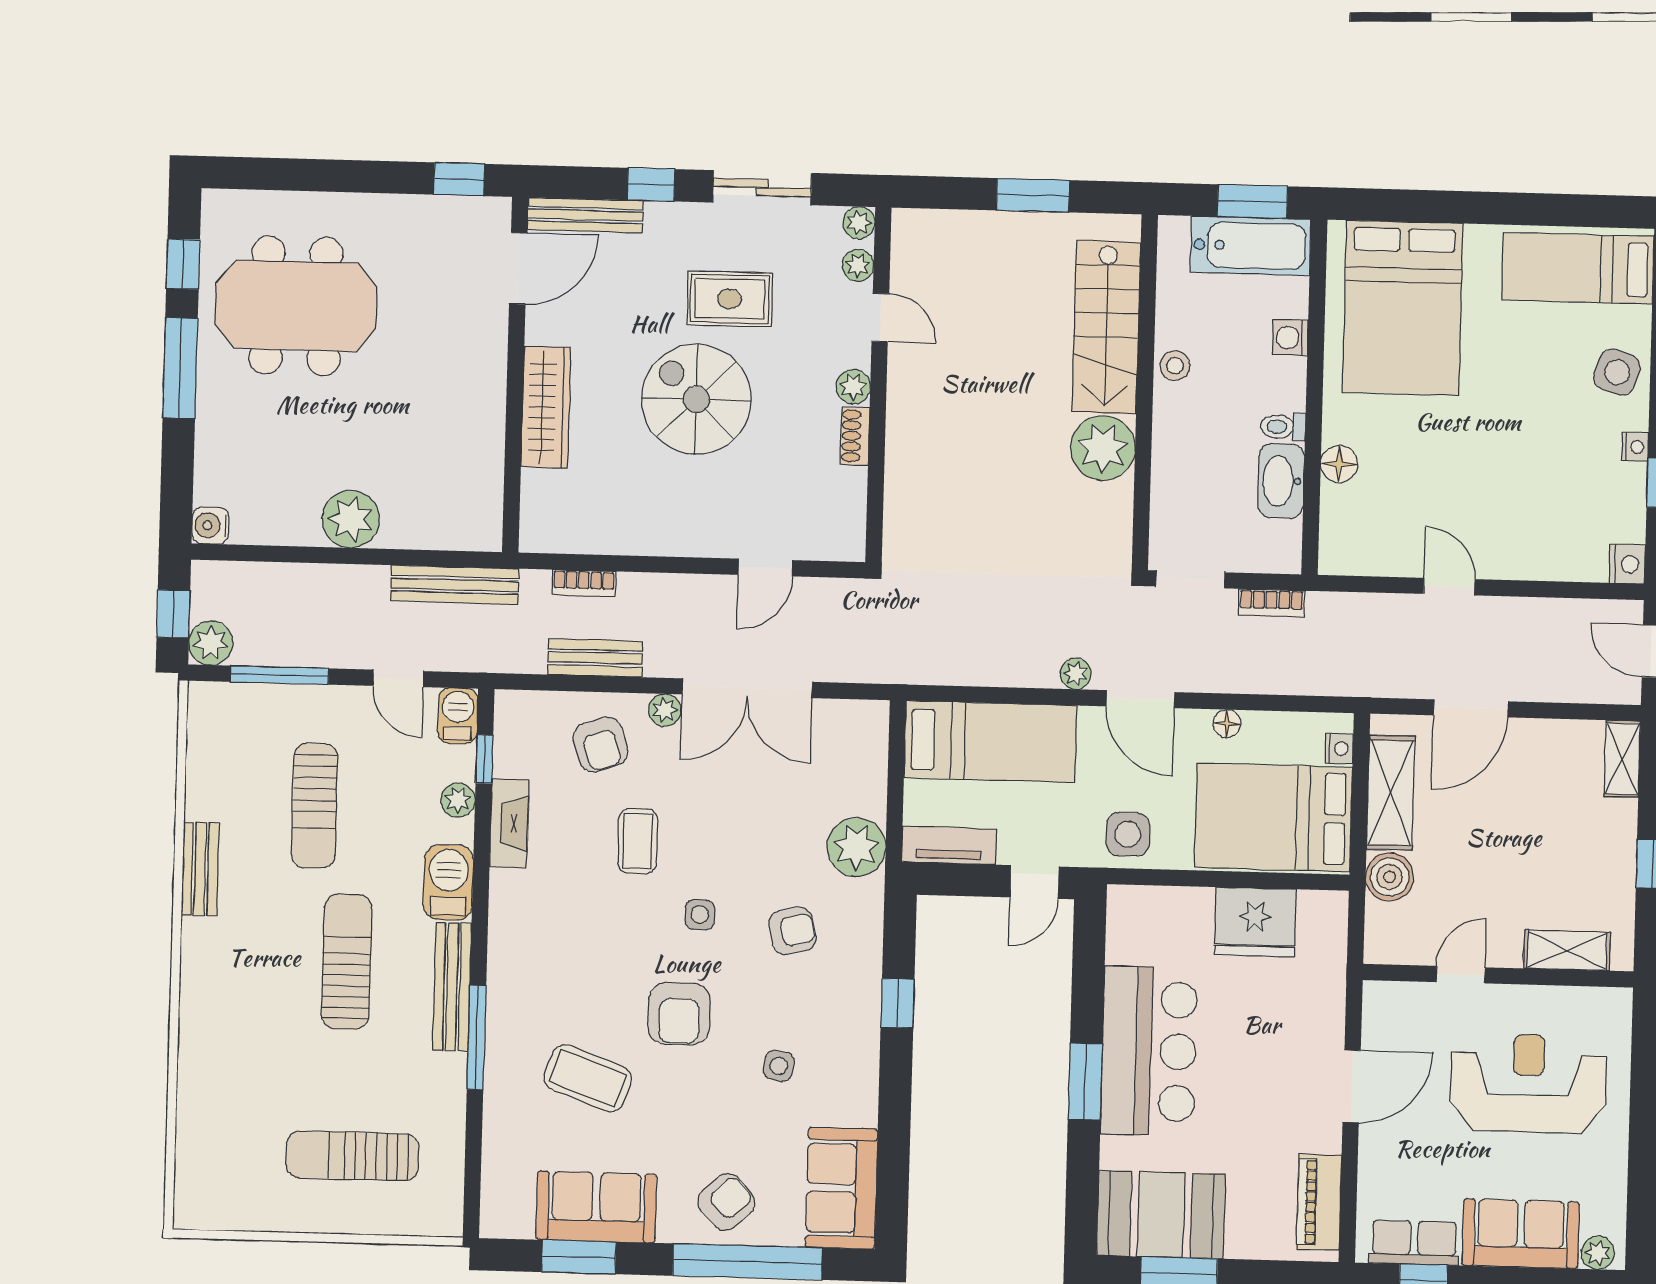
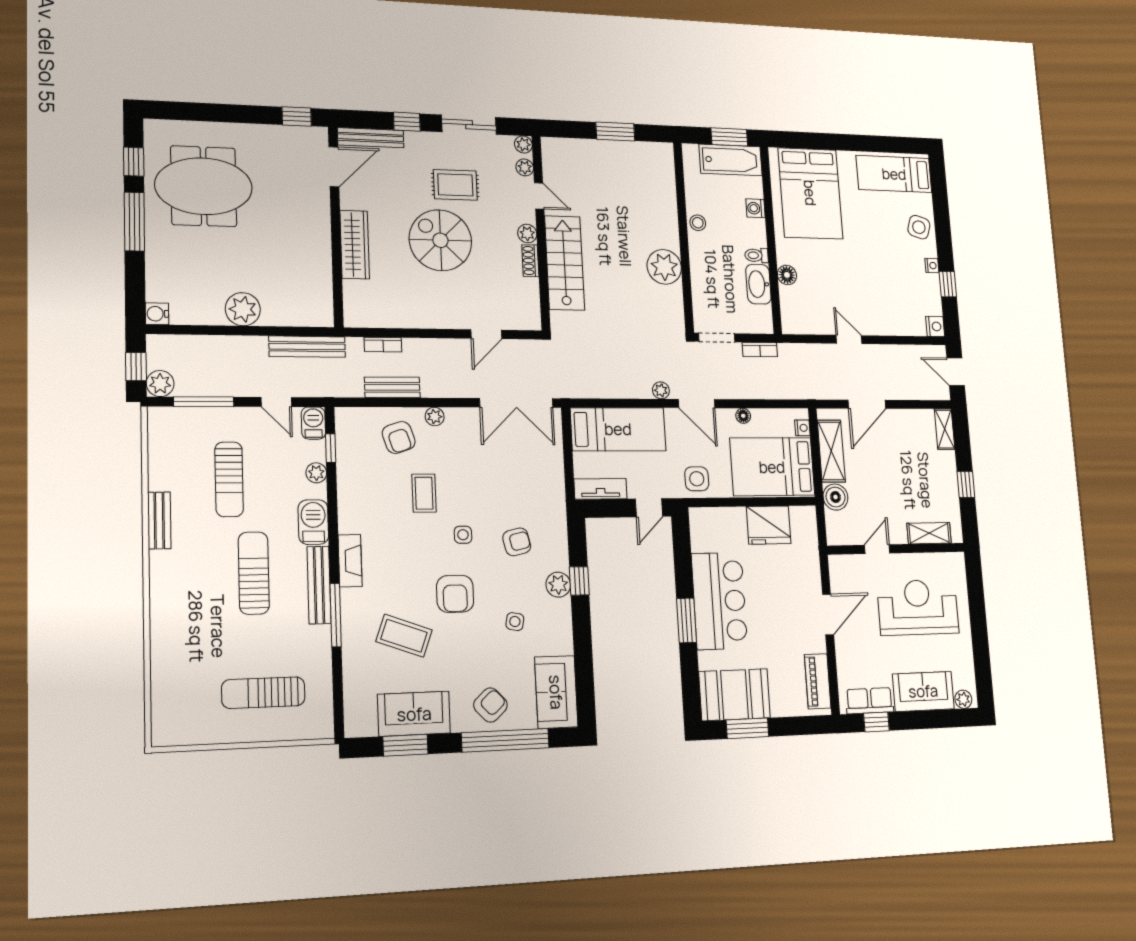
stairs: (1106, 327) -> (565, 263), moved, turned 180
double door: (747, 688) -> (516, 403), moved
fireplace: (509, 823) -> (350, 561), moved
plant: (856, 847) -> (558, 585), moved, width x0.73, depth x0.73

